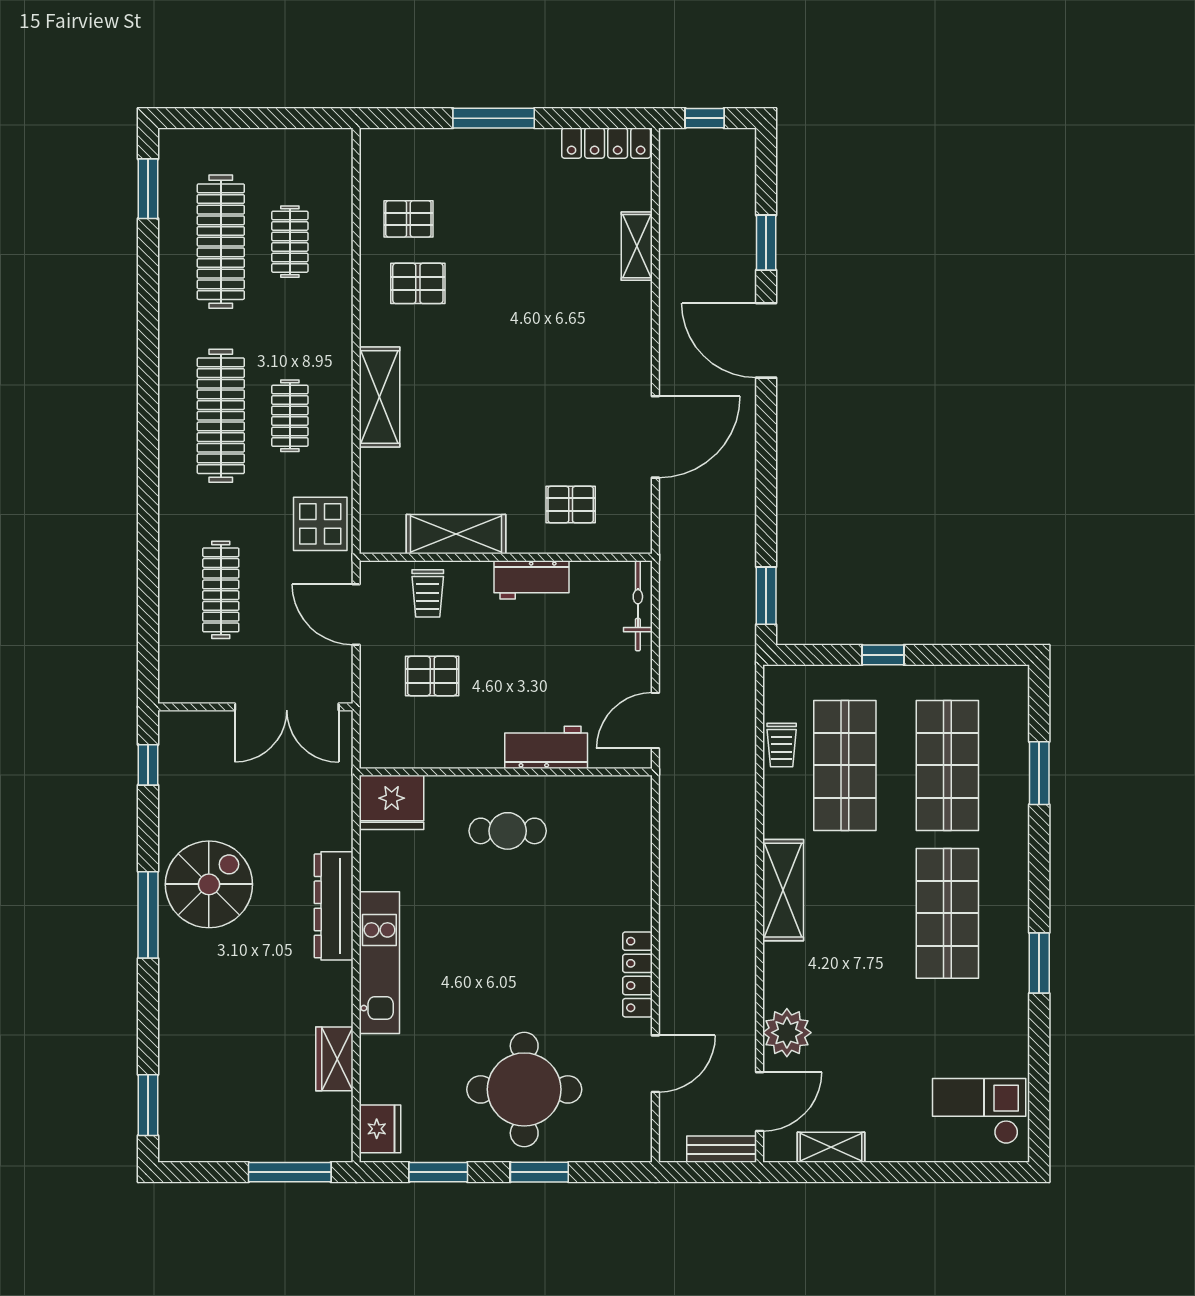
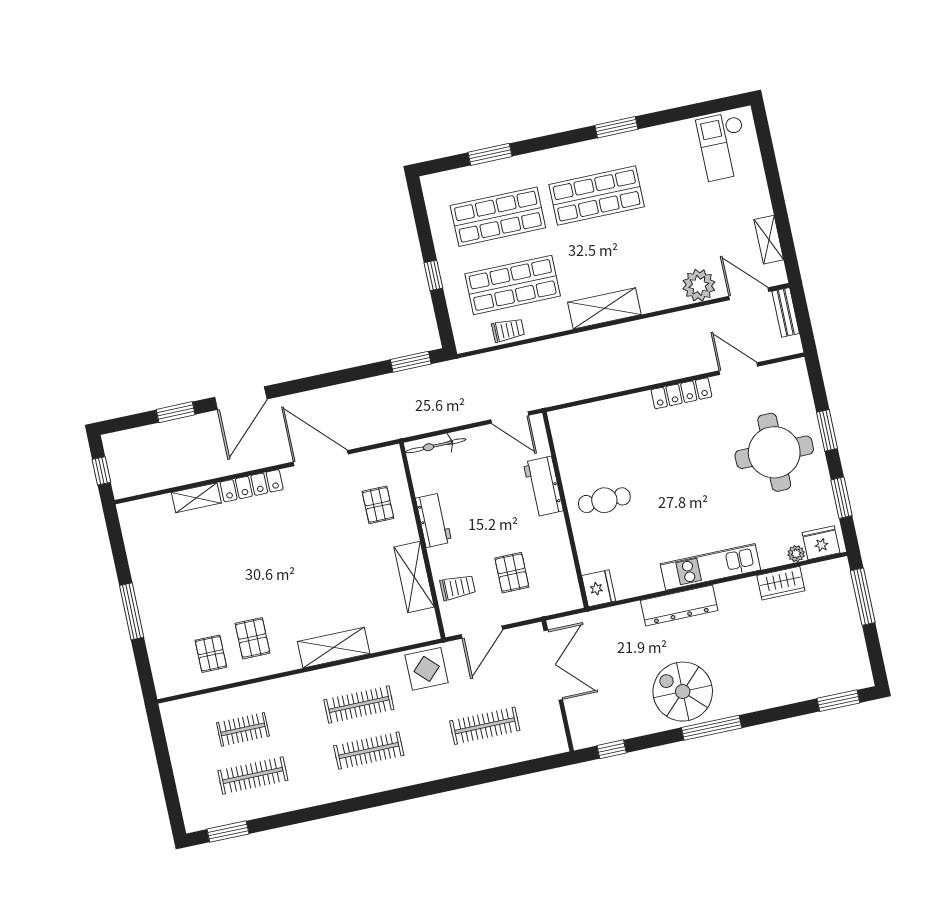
locker: (606, 143) -> (252, 486), moved, turned 90
clothes rail: (221, 242) -> (253, 775), width x0.73, depth x0.76
clothes rail: (221, 416) -> (369, 751), width x0.73, depth x0.76
clothes rail: (290, 416) -> (359, 705), width x1.36
fridge: (392, 802) -> (599, 588), width x0.73, depth x0.75
cafe table: (508, 831) -> (604, 500), turned 90
plant: (372, 1090) -> (796, 554), added

